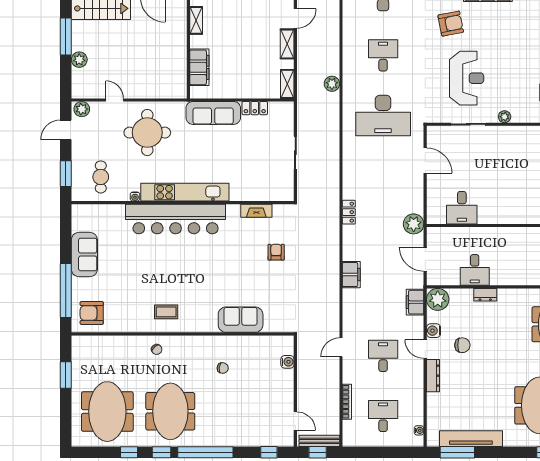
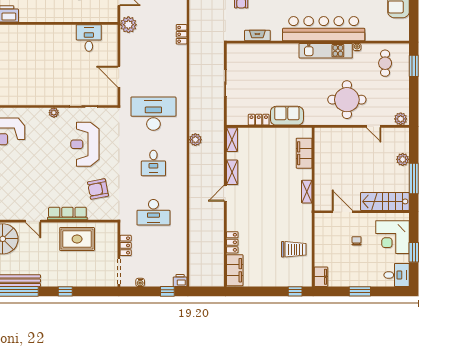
sofa: (213, 113) -> (287, 116), width x0.73
door: (66, 130) -> (414, 102), removed
kitchen unit: (185, 192) -> (326, 51), width x0.73

